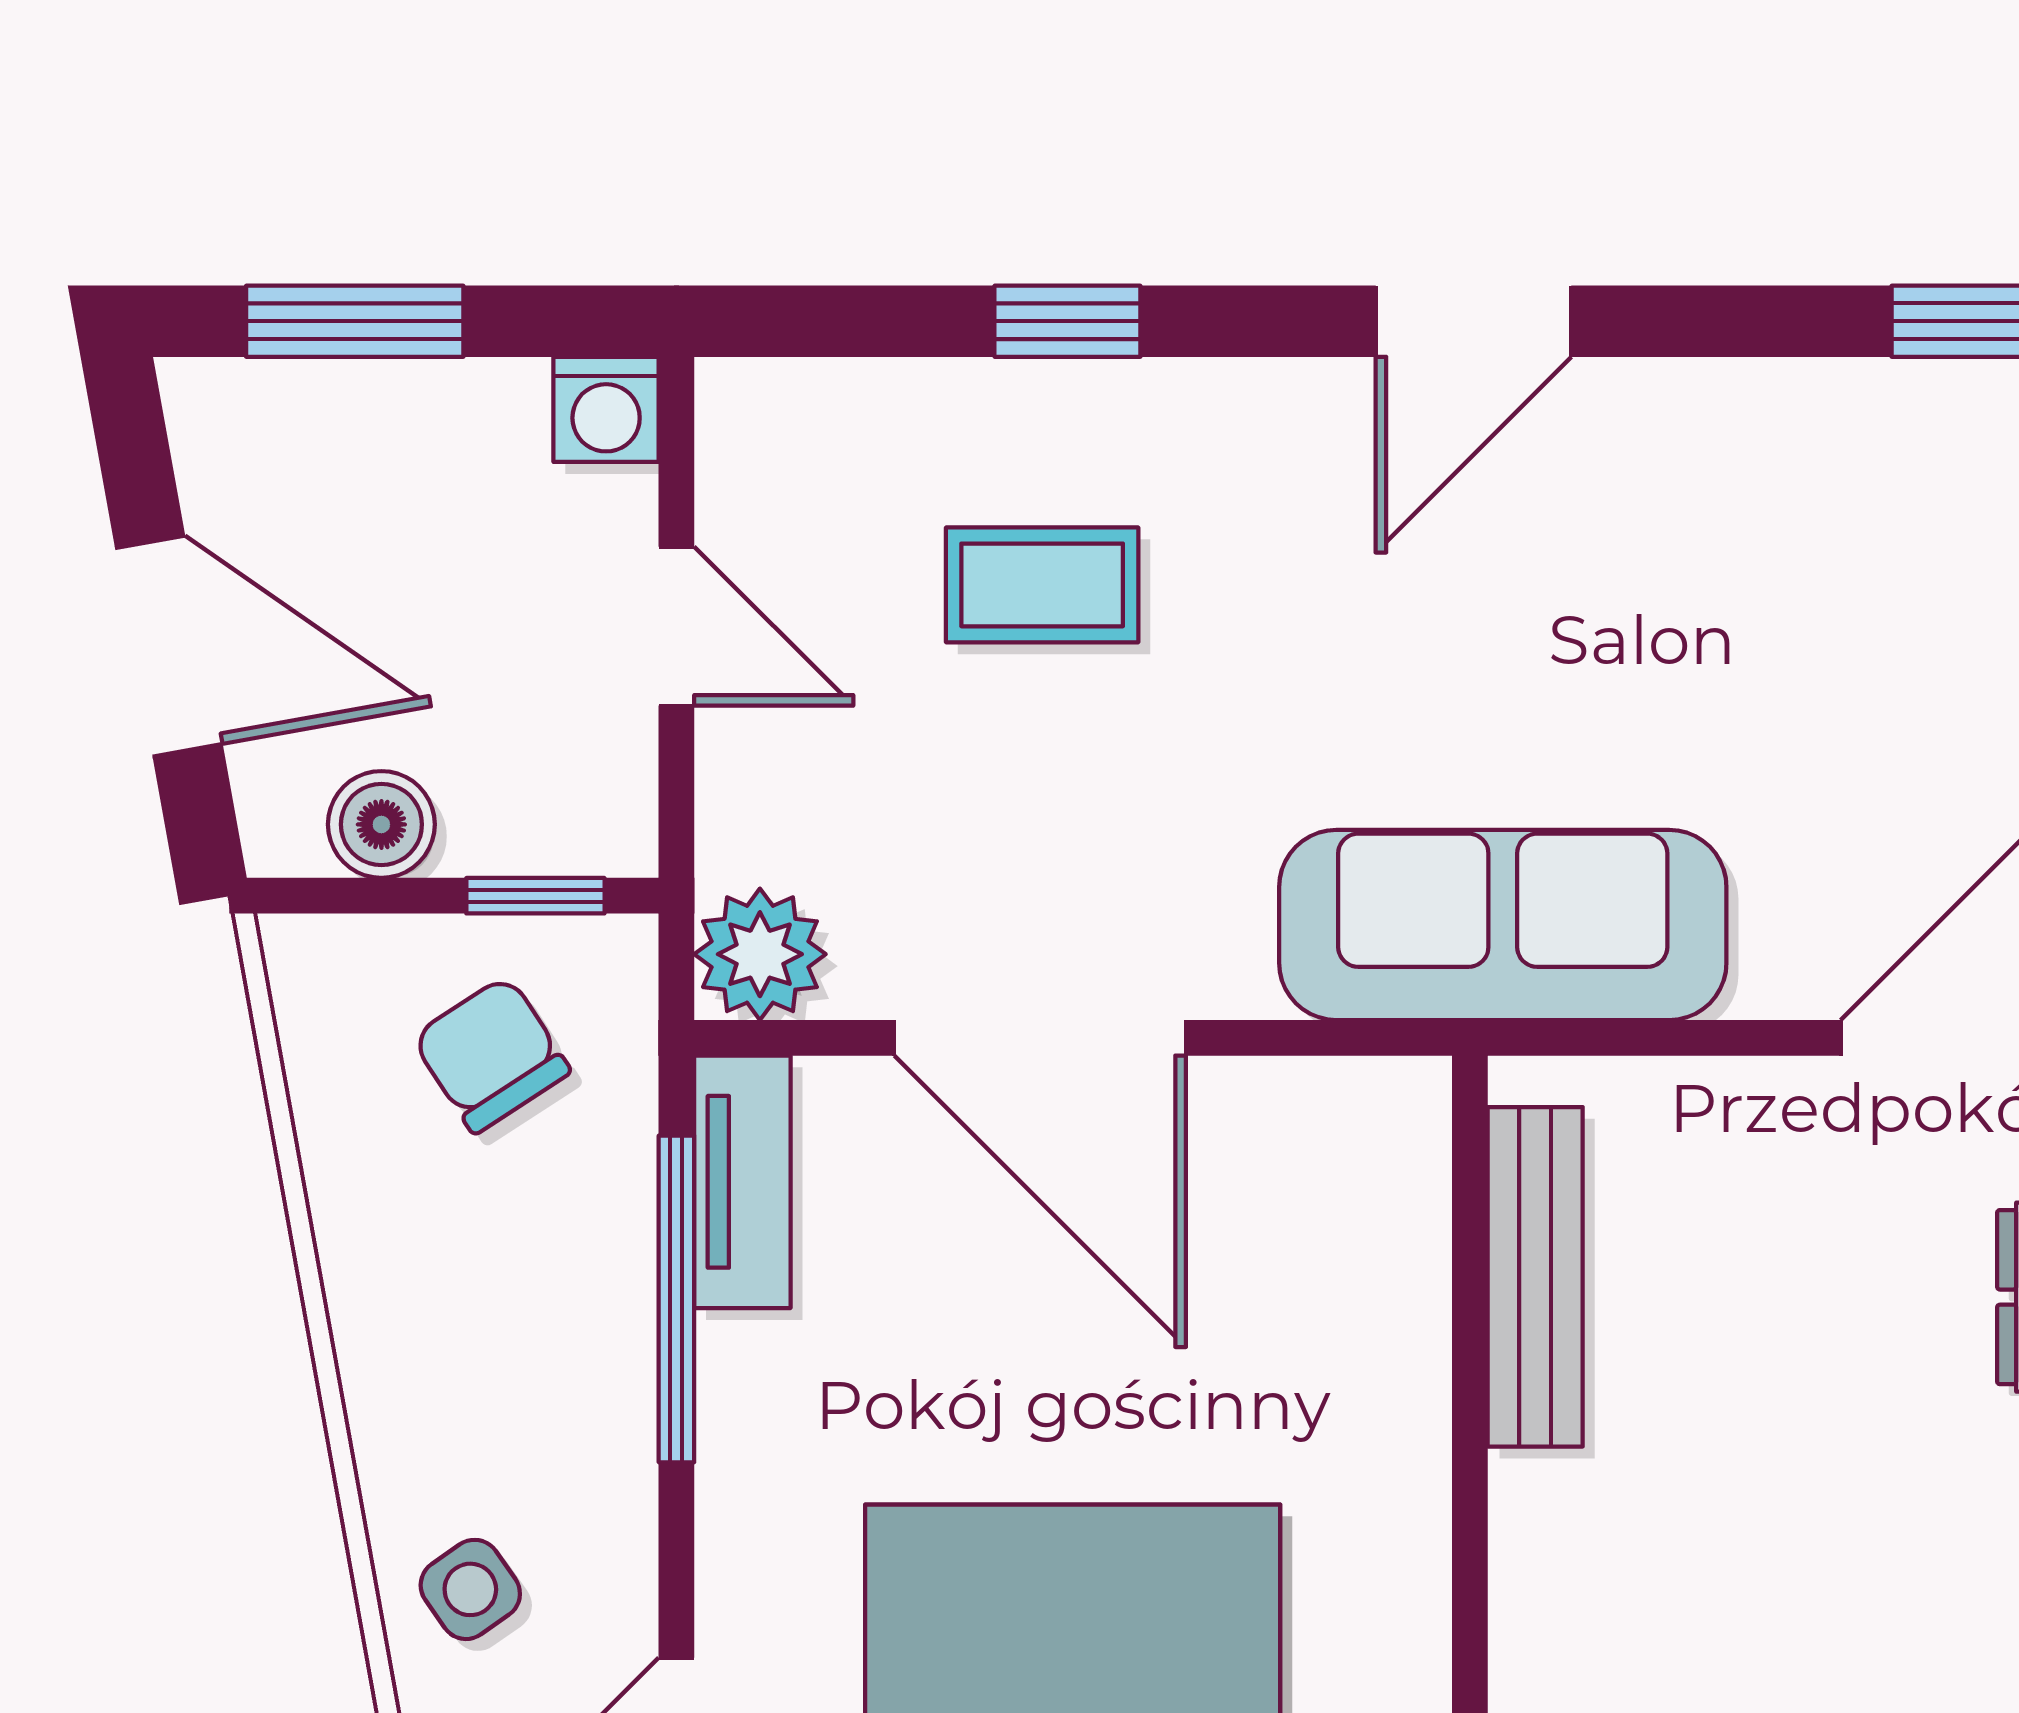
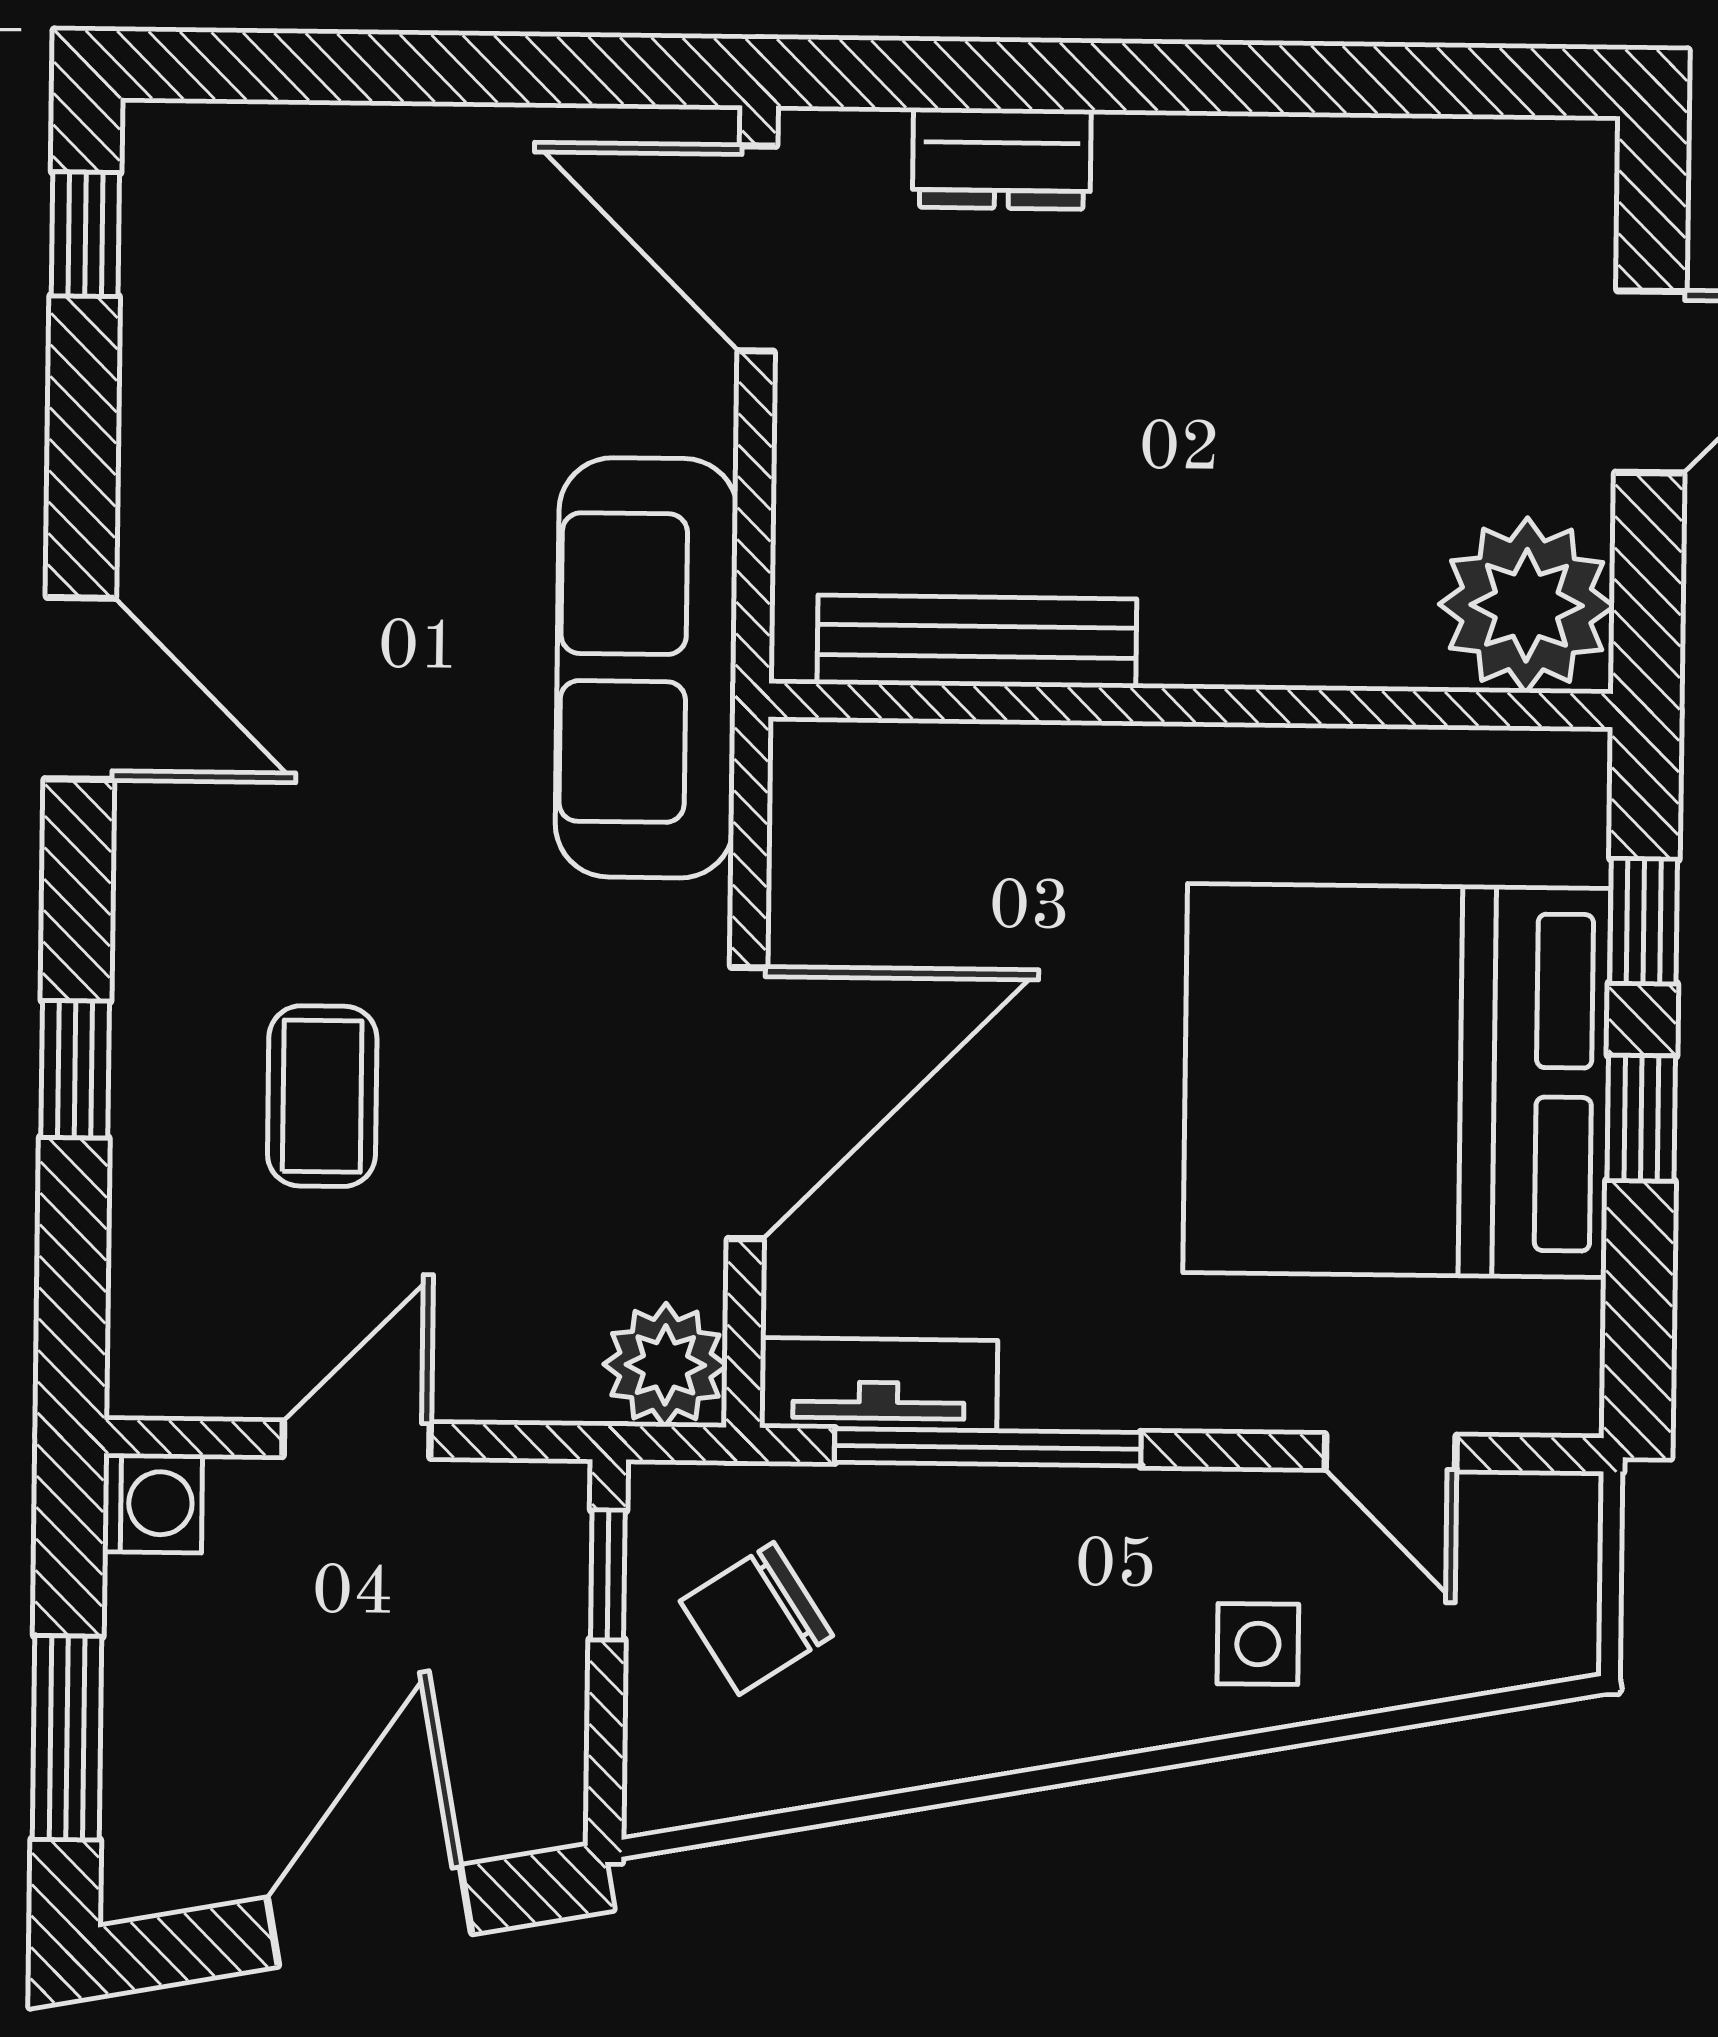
boiler: (381, 824) -> (539, 1719), removed
side table: (470, 1589) -> (1258, 1644), turned 35

